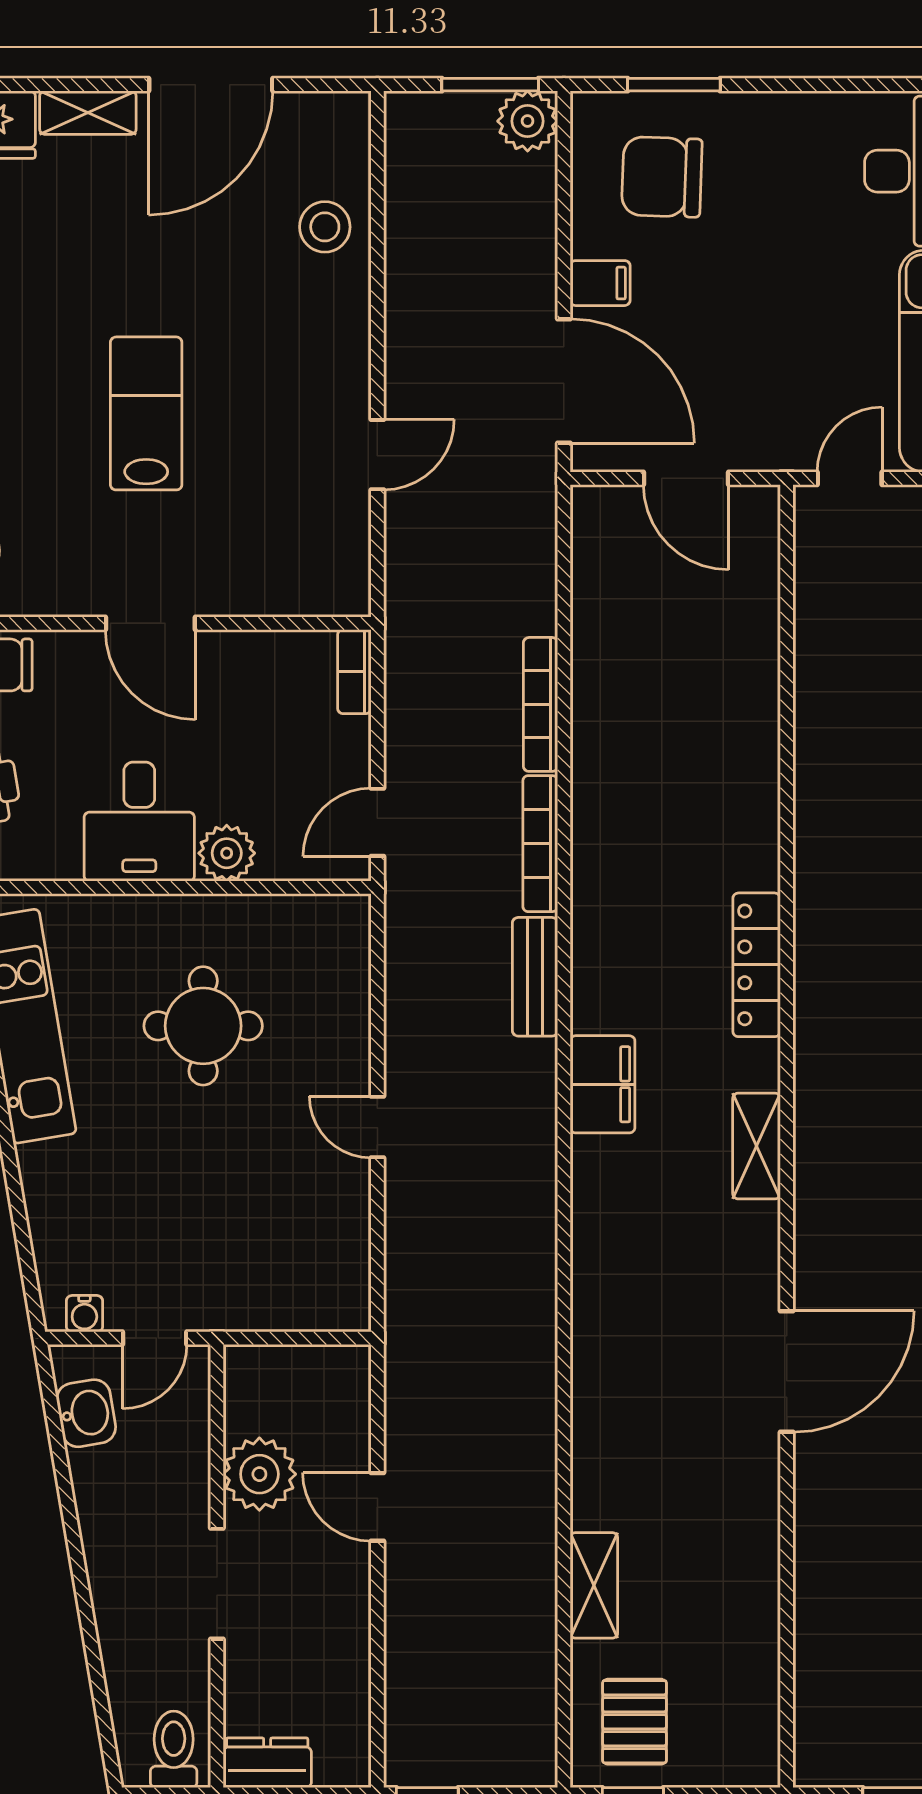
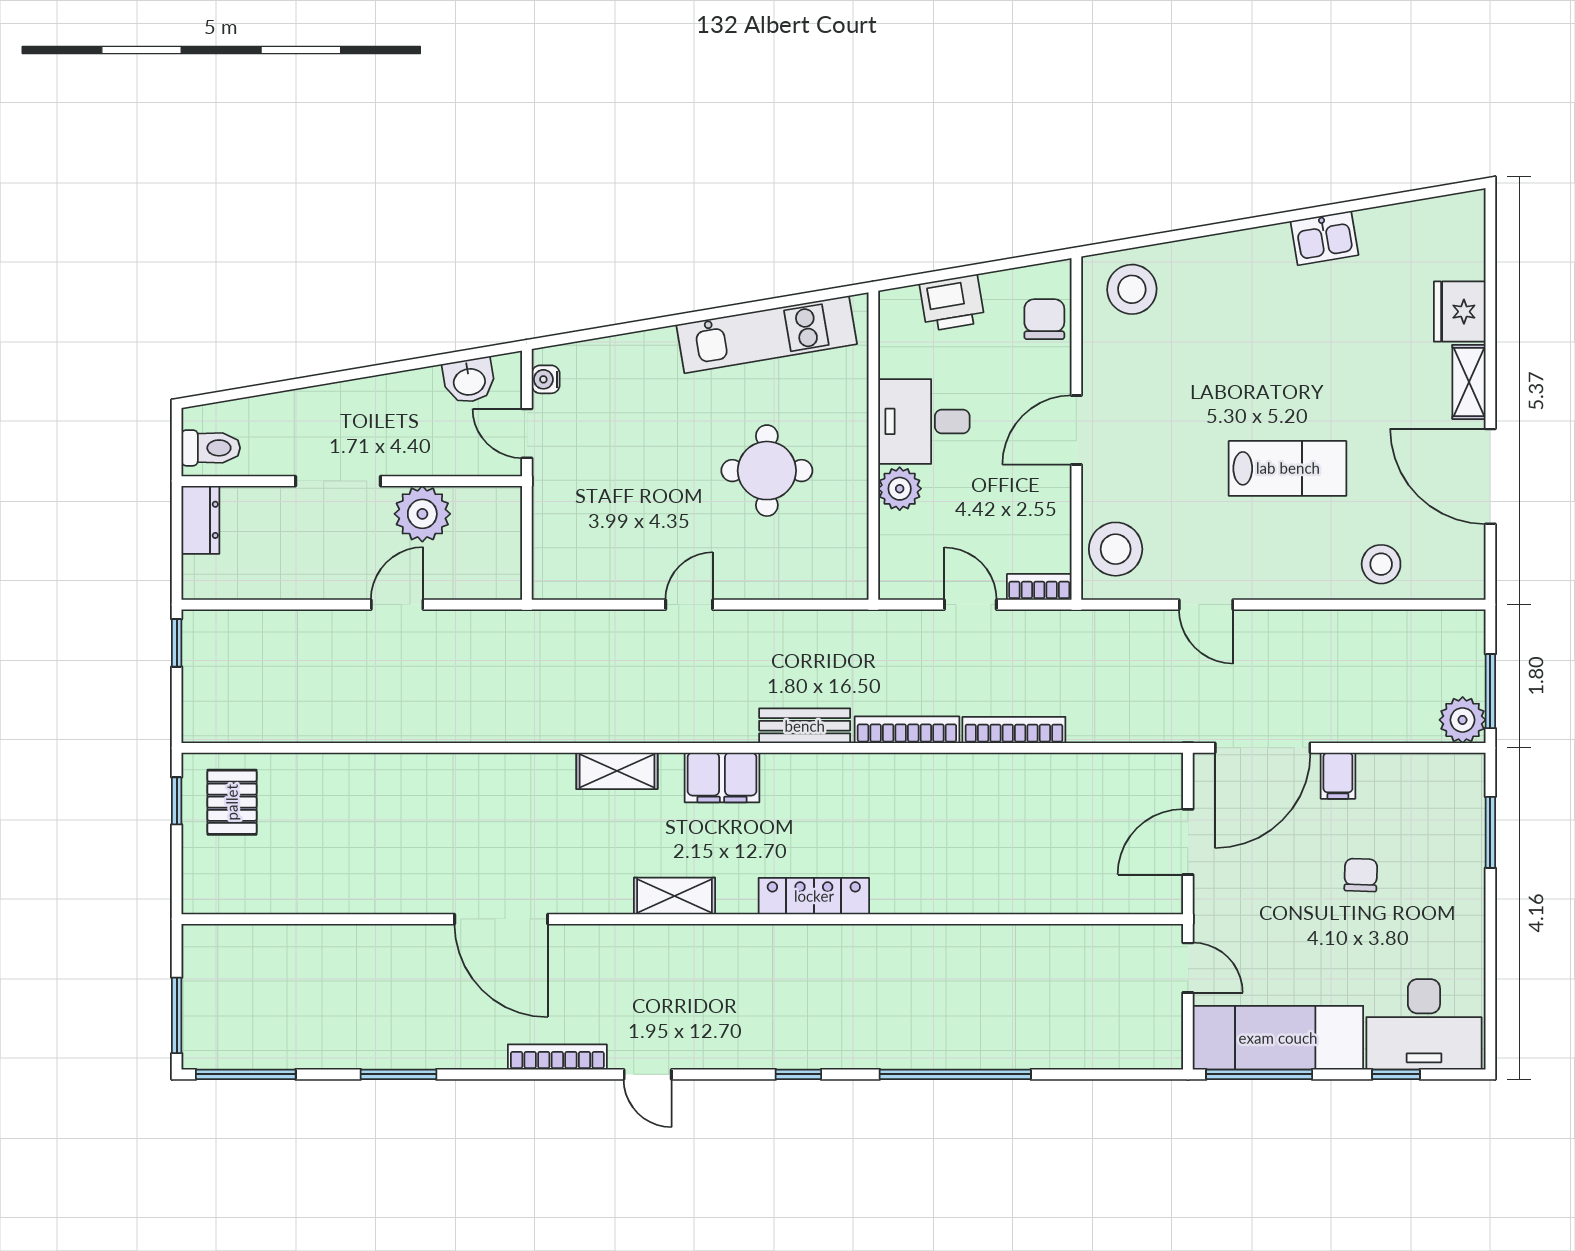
chair: (662, 177) -> (1361, 875), moved, width x0.54, depth x0.54
lab bench: (146, 413) -> (1288, 468), moved
stool: (305, 572) -> (1116, 549), added
door: (377, 822) -> (970, 605), moved
shelving: (594, 1585) -> (617, 771), moved
pallet: (634, 1722) -> (232, 802), turned 90

